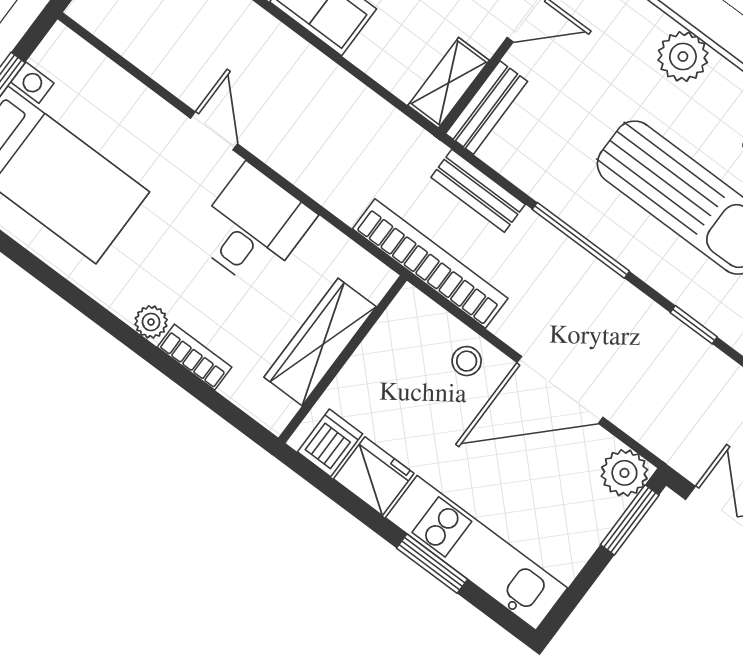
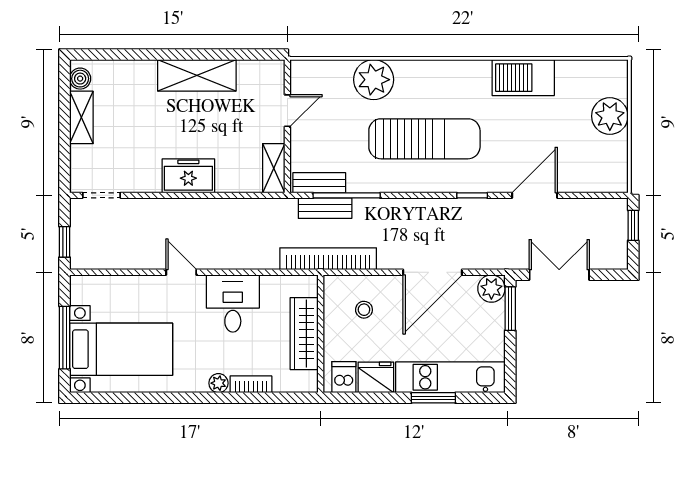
plant: (683, 57) -> (374, 80), width x1.36, depth x1.36
bench: (487, 107) -> (319, 183), moved, turned 90
window: (581, 240) -> (347, 195), moved
stool: (467, 361) -> (364, 310), moved

